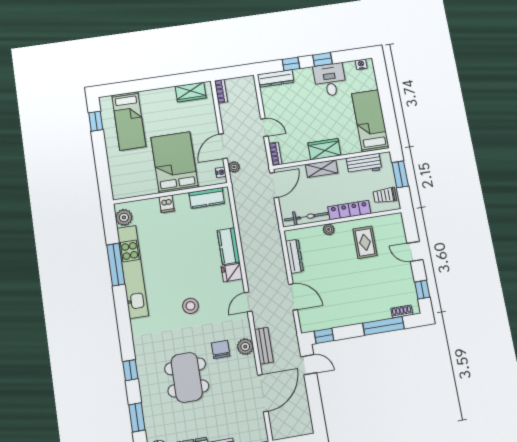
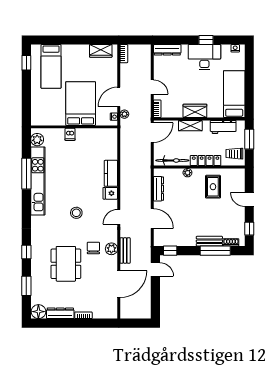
window: (291, 64) -> (181, 40), removed
desk: (330, 80) -> (204, 57), width x1.37
kitchen counter: (207, 198) -> (100, 134), removed
bench: (373, 315) -> (209, 241), added

